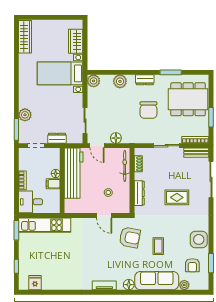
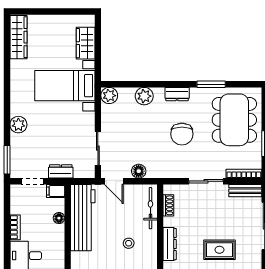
dining table: (188, 99) -> (234, 120), turned 90
plant: (25, 115) -> (18, 125), moved
filing cabinet: (53, 184) -> (56, 191), moved

